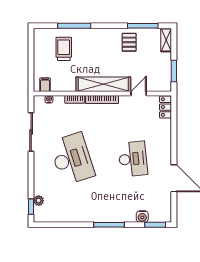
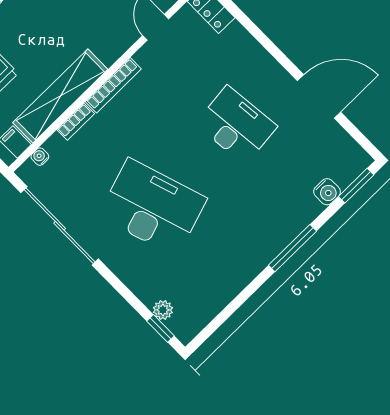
shelving: (103, 84) -> (60, 96), moved
sliding door: (31, 132) -> (60, 226), width x1.36

